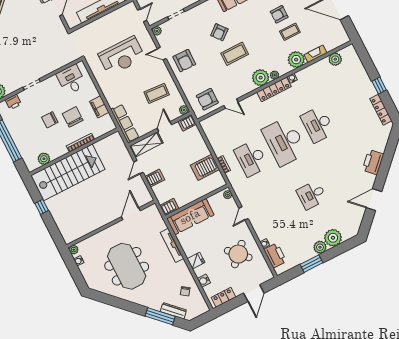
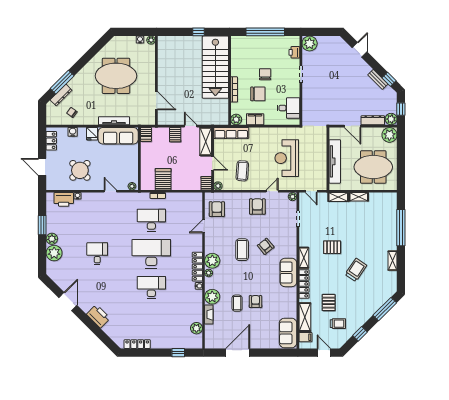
armchair: (184, 61) -> (257, 207), turned 89
window: (379, 86) -> (178, 353), moved
plant: (44, 159) -> (236, 119), moved
sofa: (190, 217) -> (118, 136), moved, turned -90

